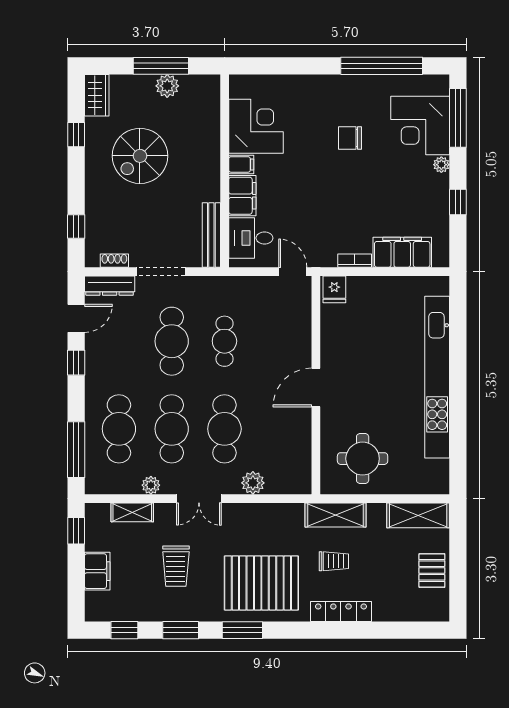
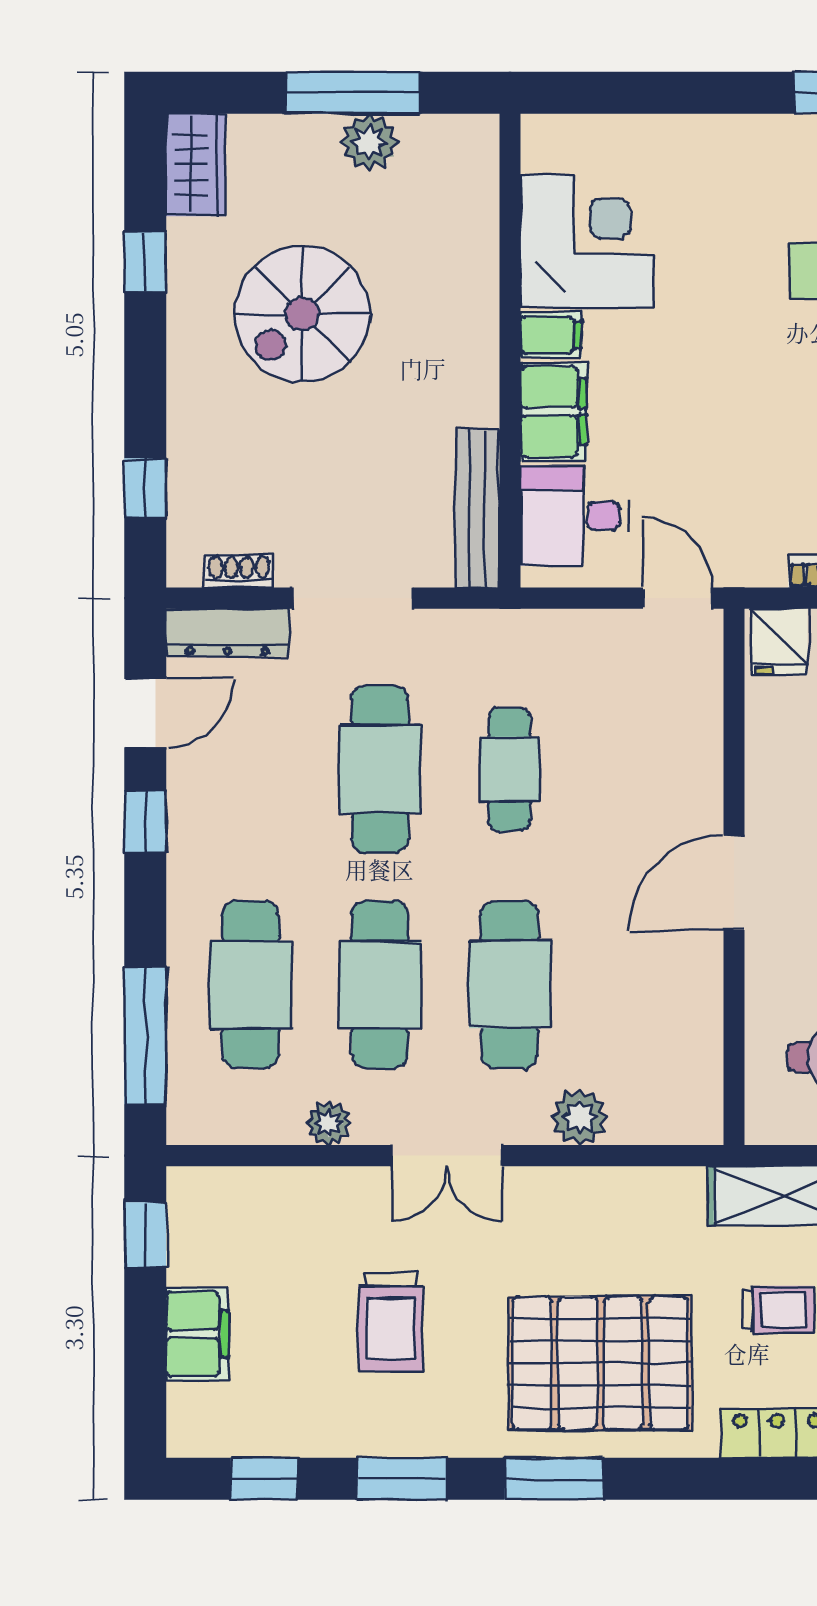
shelving: (132, 512) -> (283, 1189), removed

